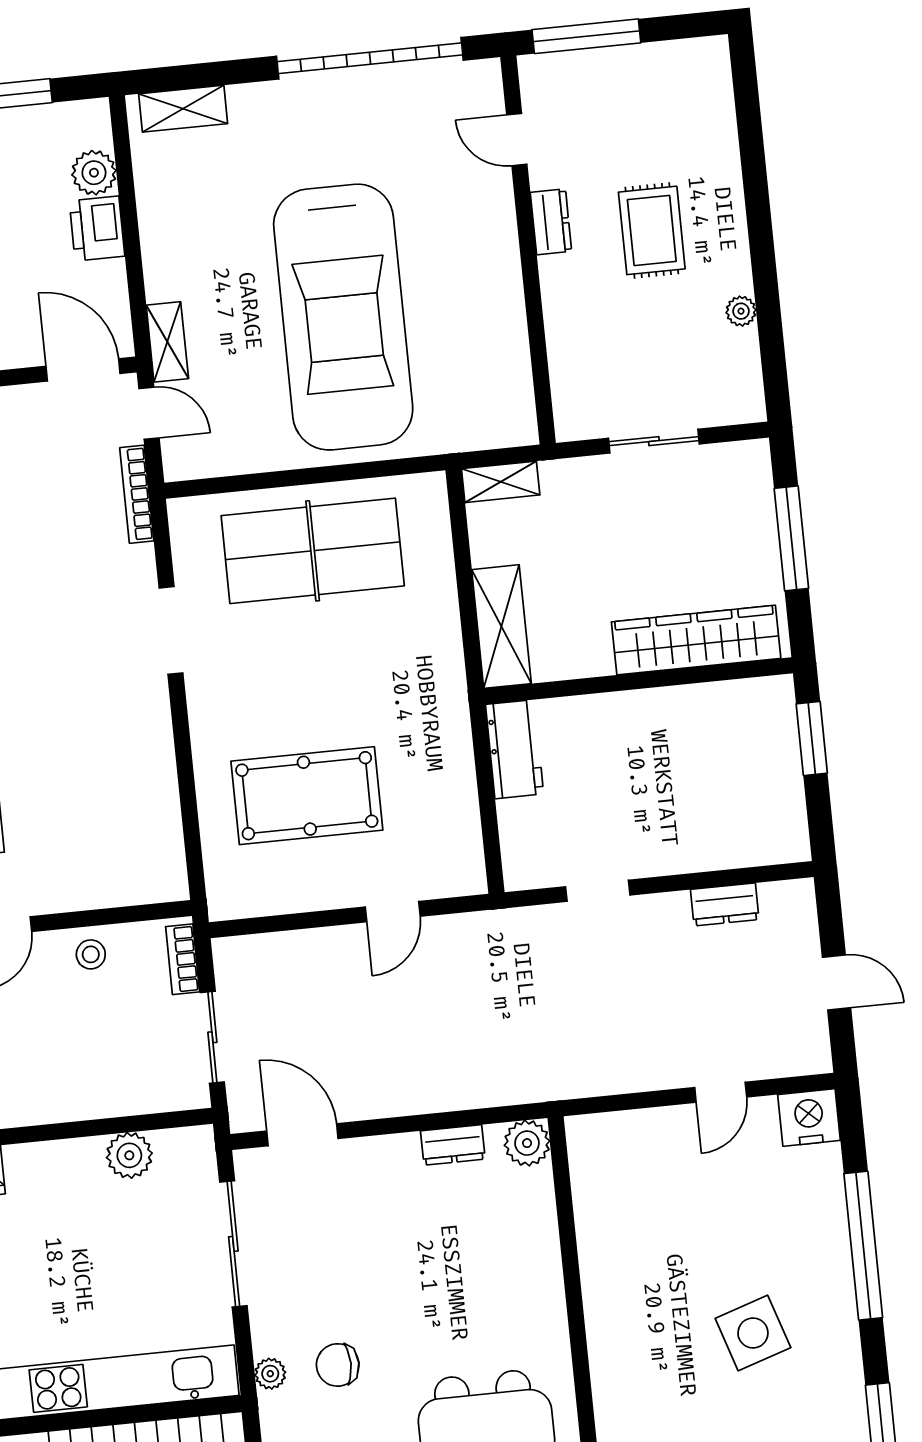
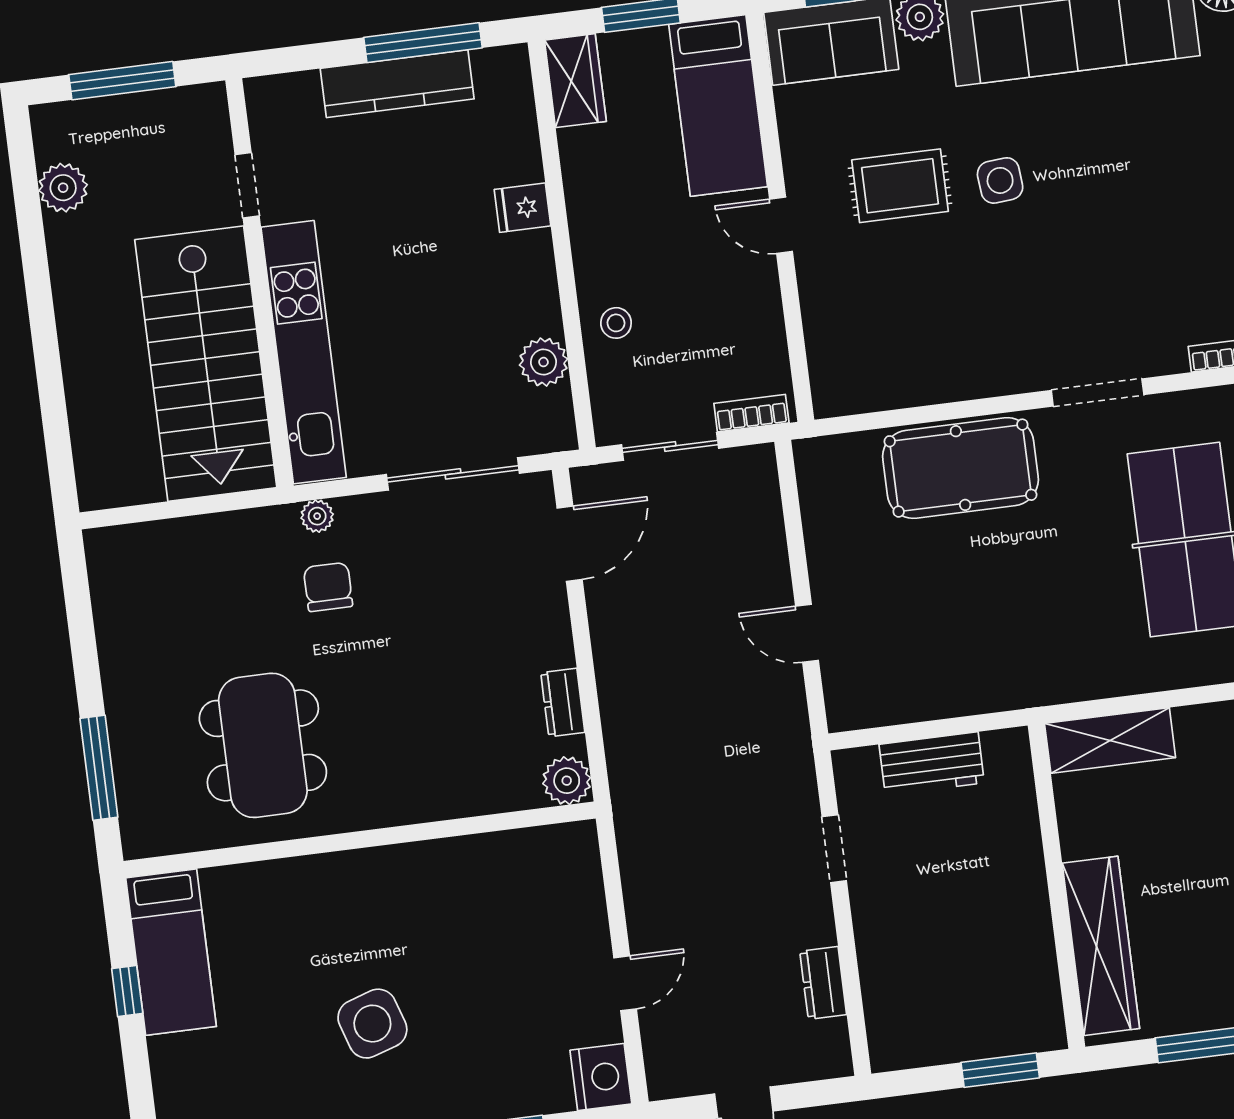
workbench: (515, 749) -> (932, 764), moved
pool table: (307, 796) -> (960, 468), moved, turned 90
stool: (91, 954) -> (616, 323), moved
door: (721, 1092) -> (625, 983), swing flipped

